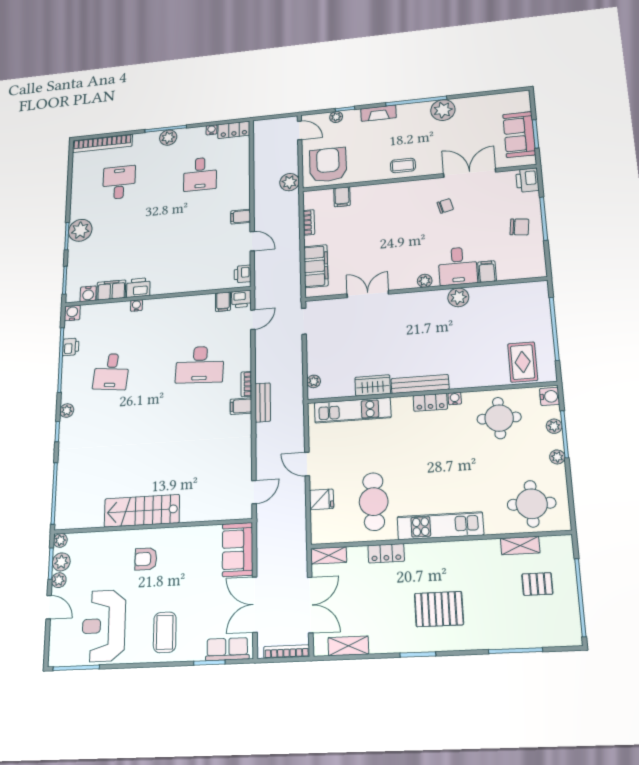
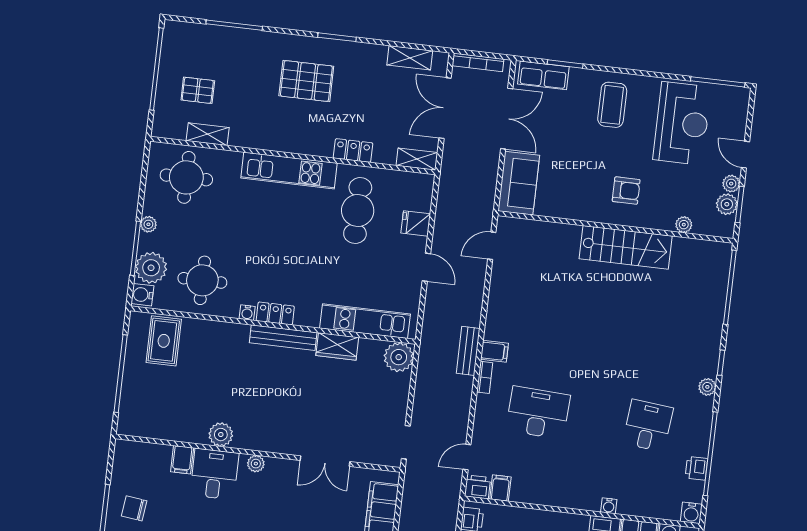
plant: (314, 381) -> (399, 357), width x1.88, depth x1.88
plant: (554, 426) -> (151, 268), width x1.88, depth x1.88
plant: (60, 540) -> (684, 225), moved

